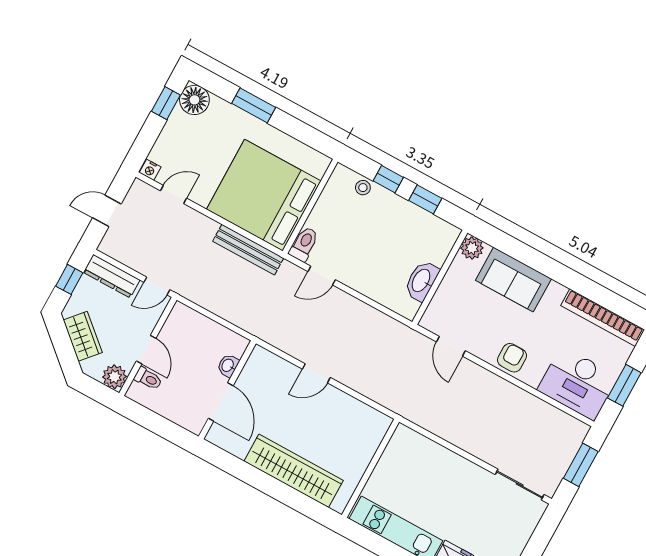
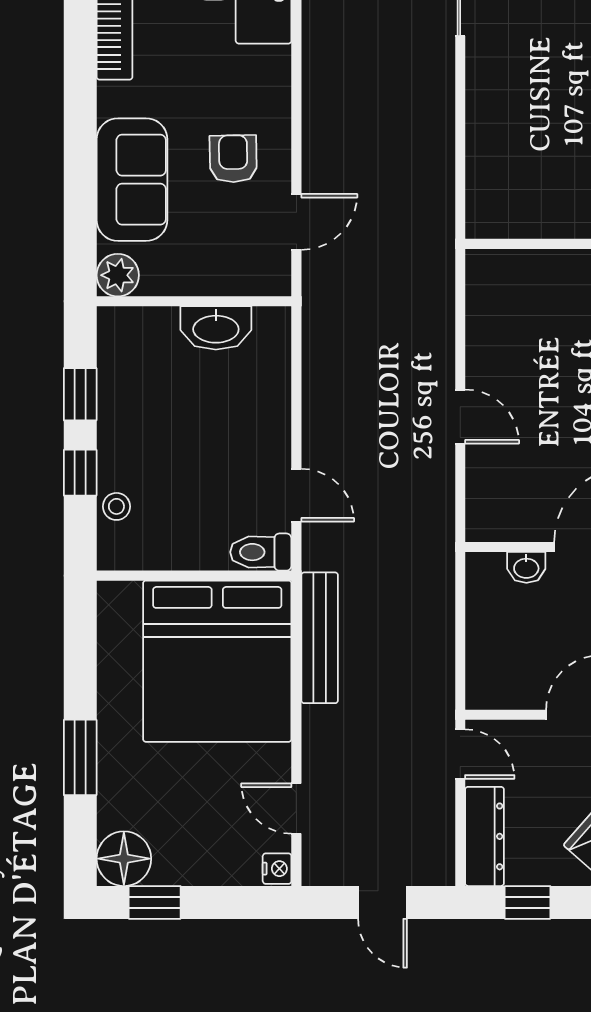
armchair: (512, 358) -> (233, 159), moved, turned 89

